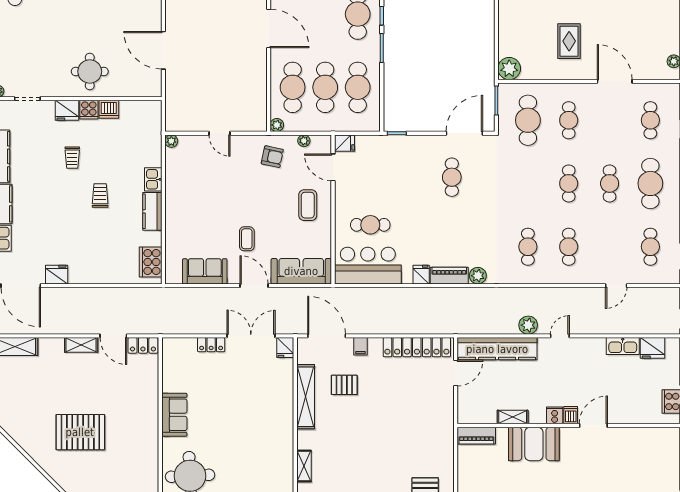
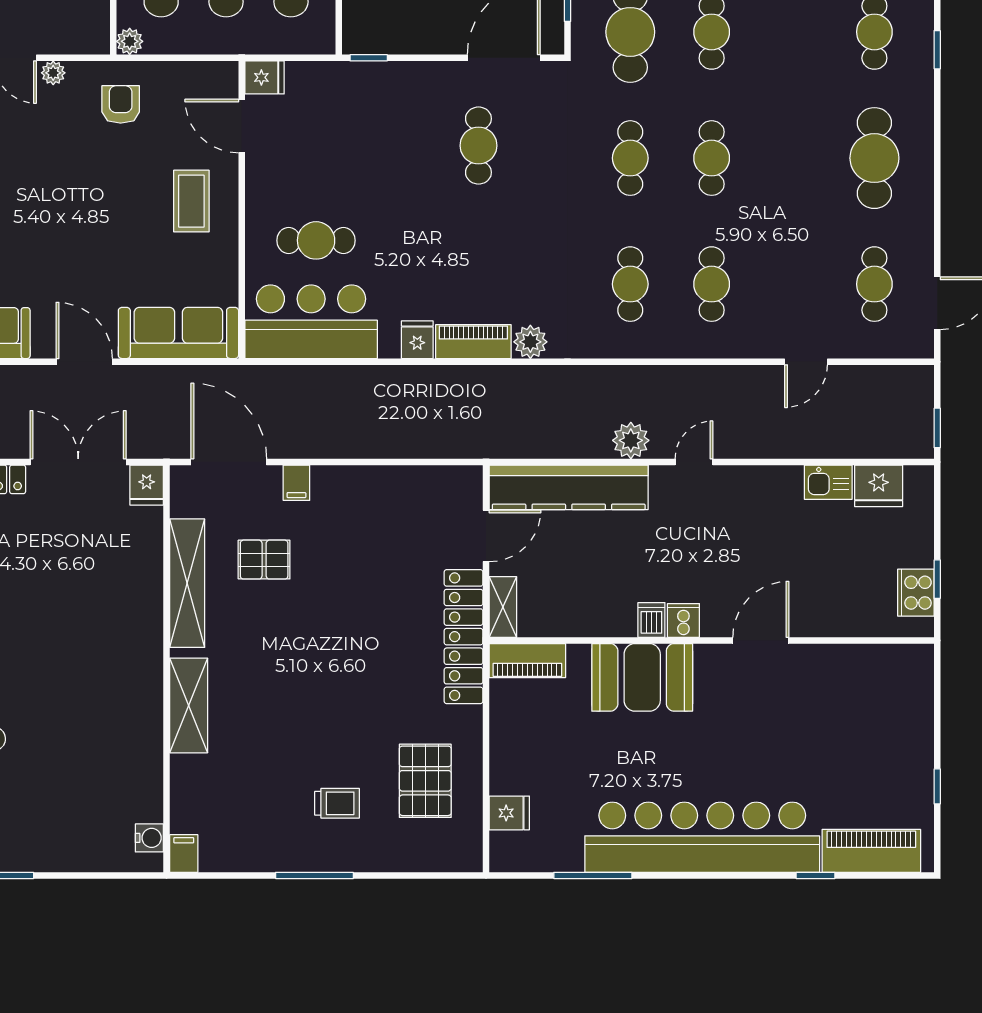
plant: (304, 141) -> (53, 73), moved
armchair: (272, 157) -> (121, 104), turned -102
cafe table: (610, 183) -> (630, 158), moved
coffee table: (247, 239) -> (70, 268), removed
kitchen sink: (623, 346) -> (828, 482), width x0.73
locker: (417, 347) -> (464, 637), moved, turned 90
dishwasher: (571, 415) -> (651, 620), moved
shelving: (513, 417) -> (503, 607), moved, turned 90
shelving: (304, 466) -> (189, 705), width x1.50, depth x1.33

